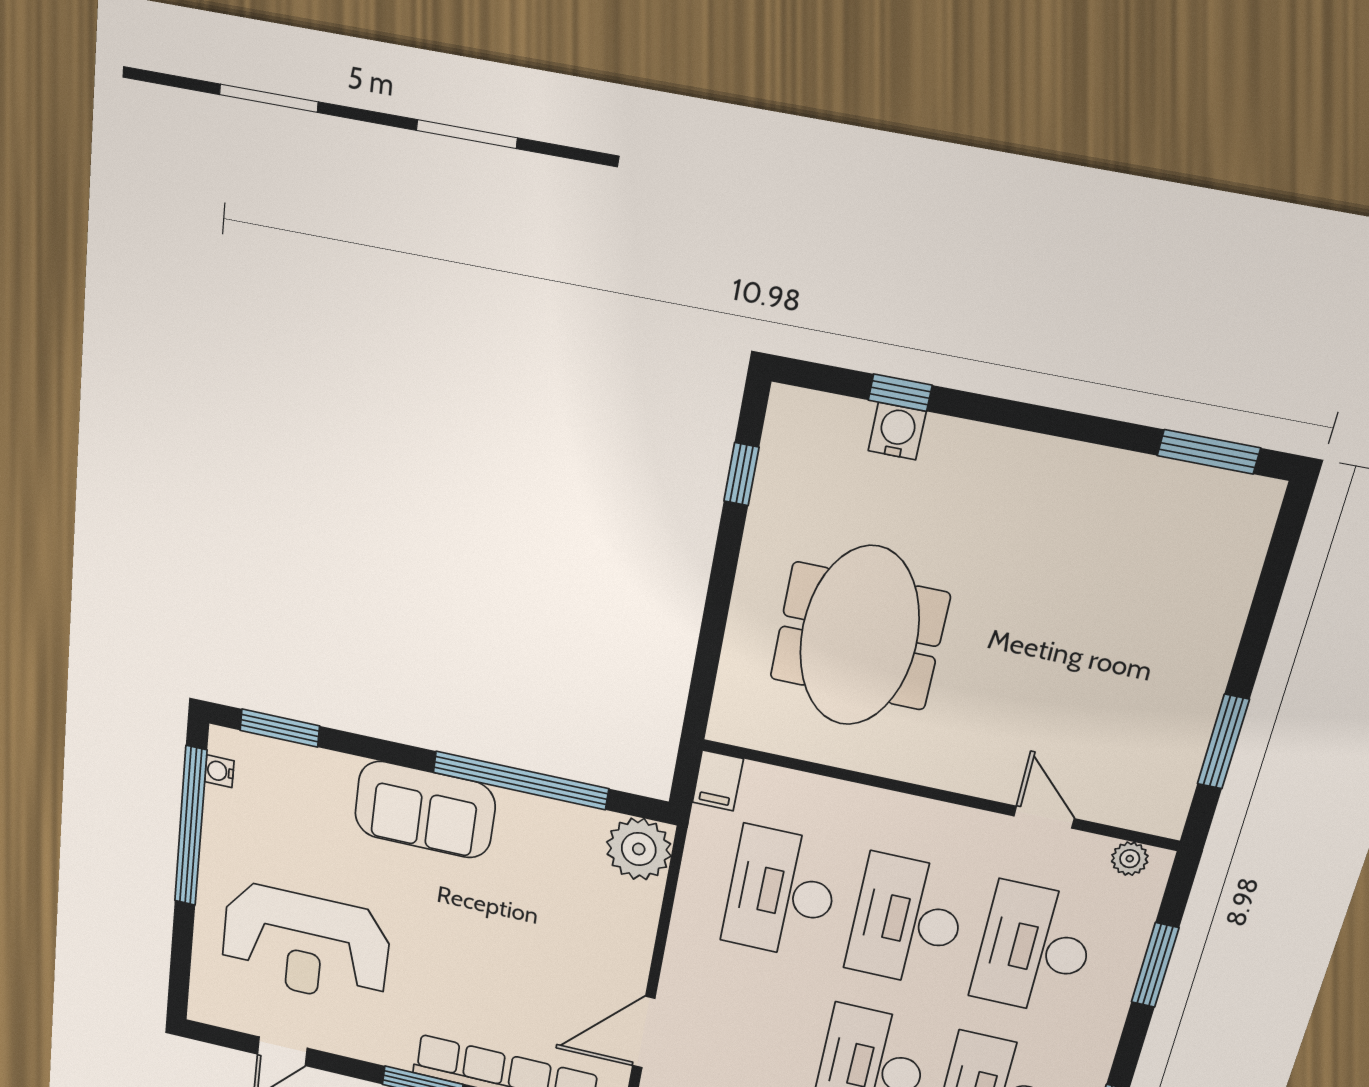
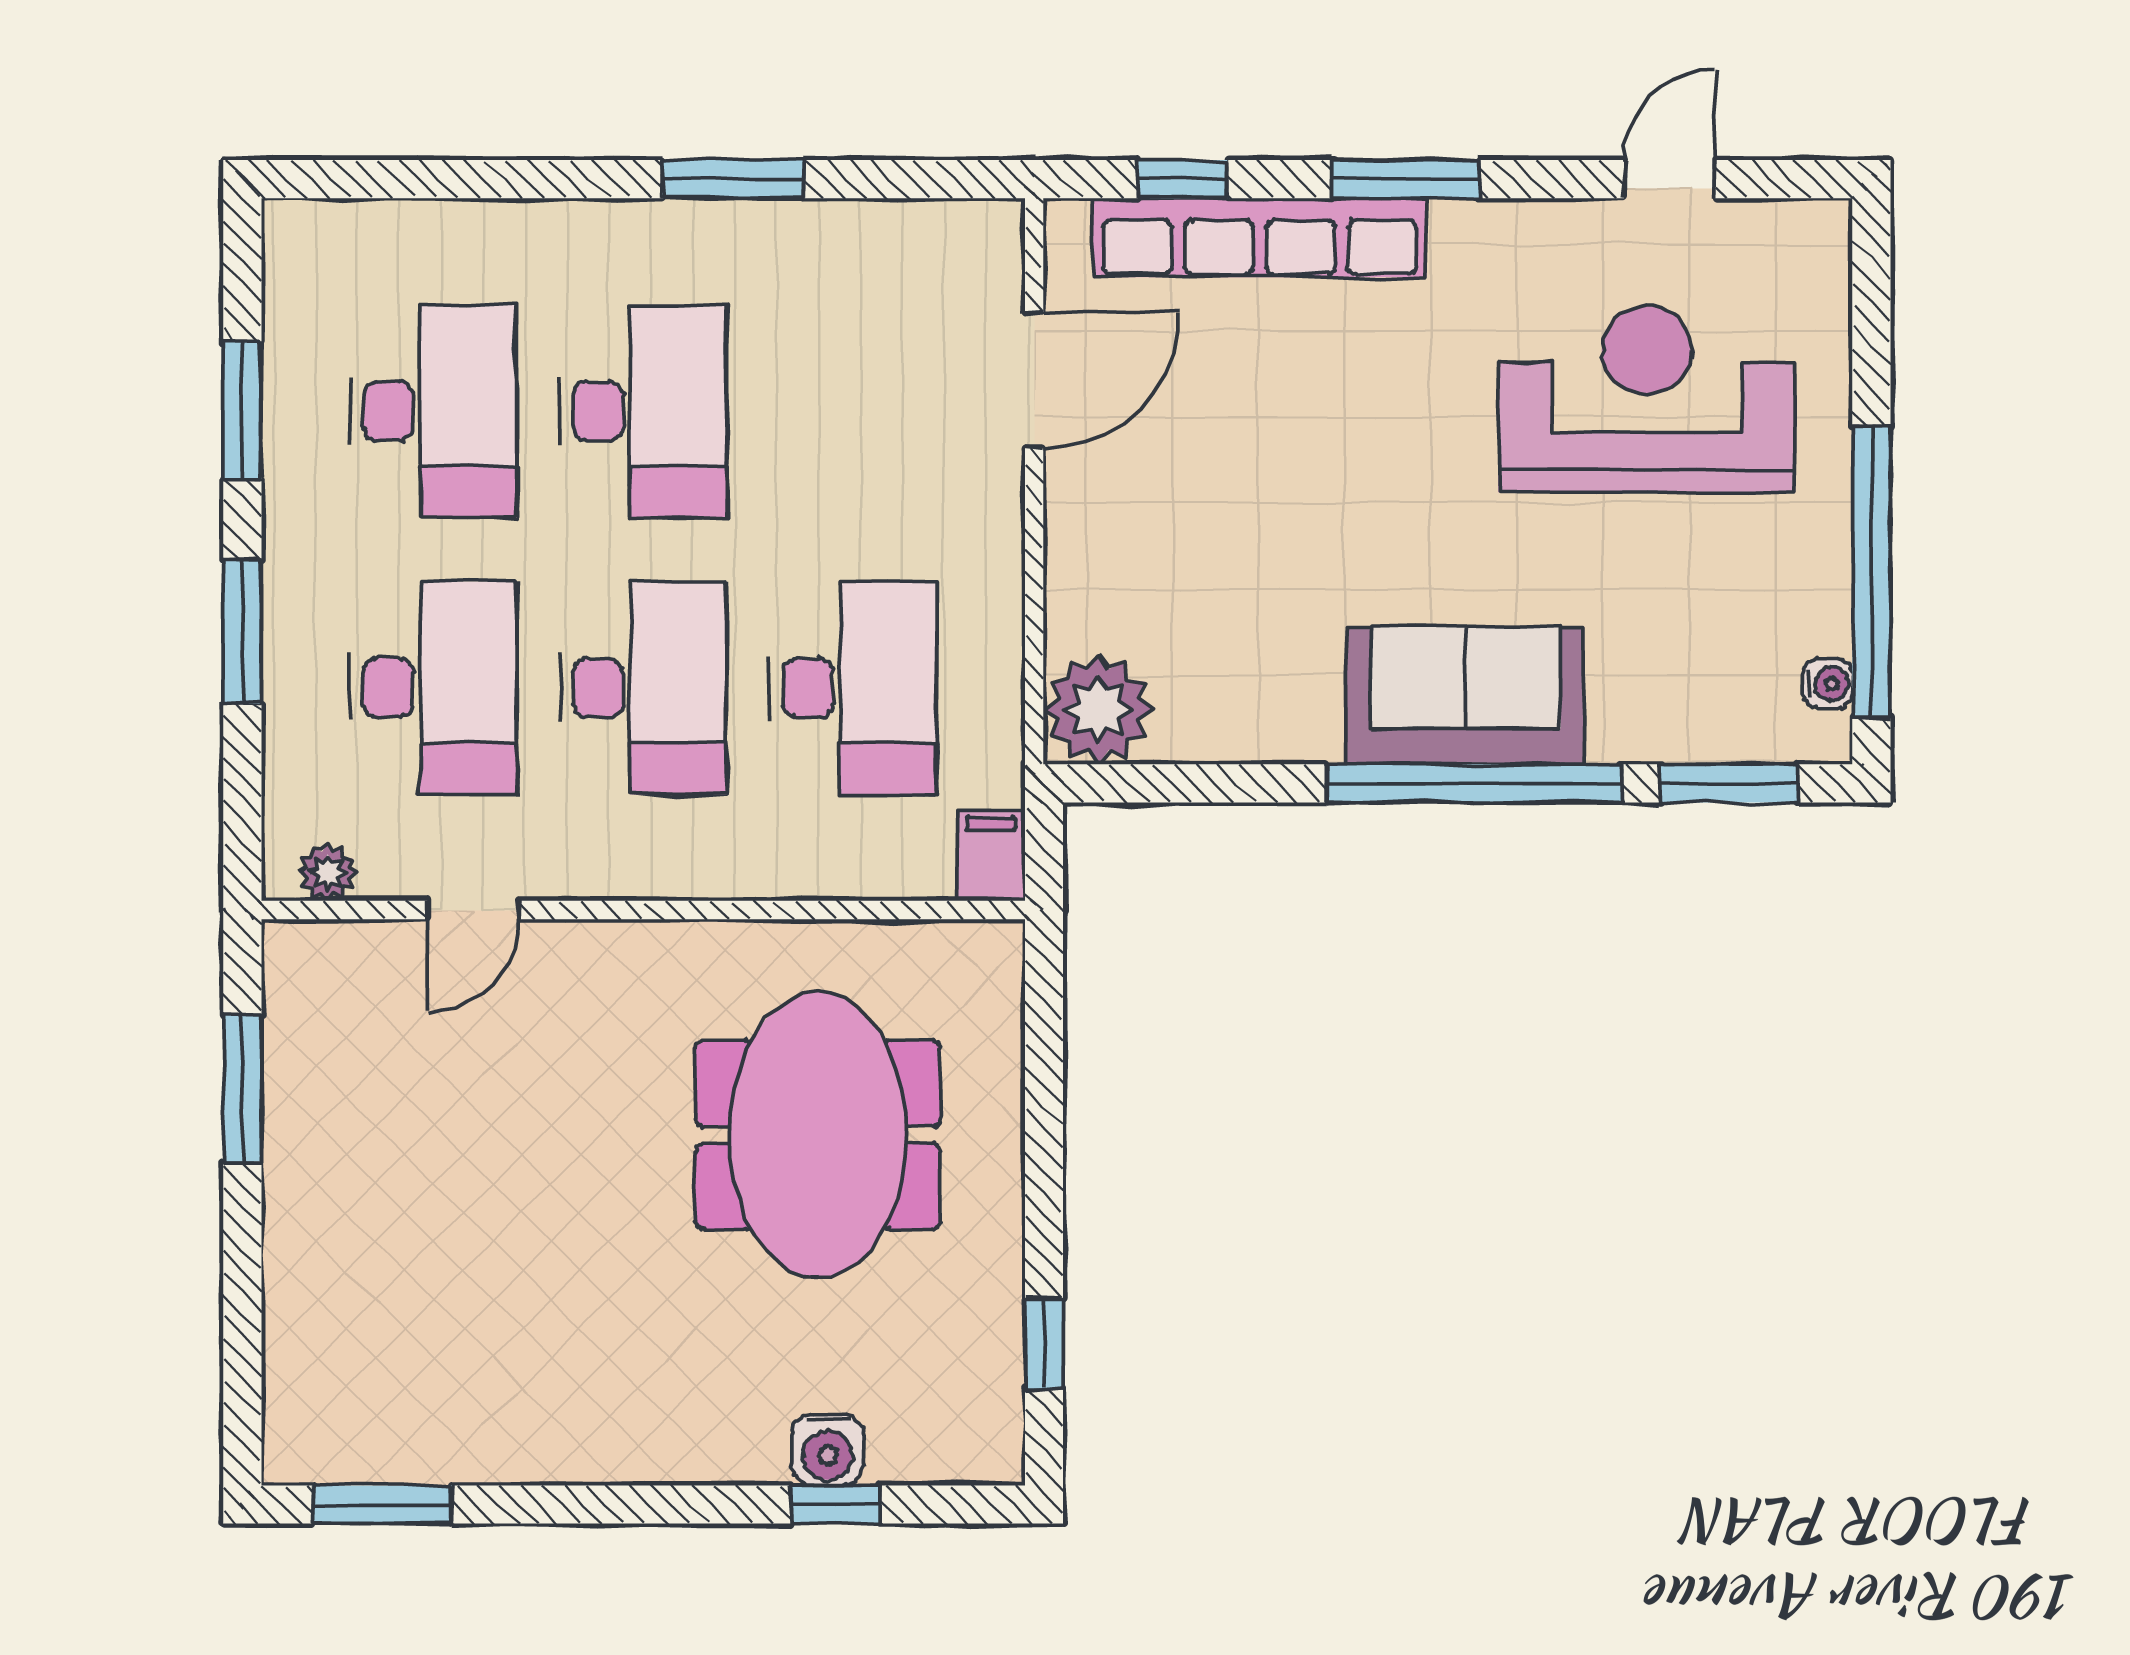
window: (521, 780) -> (1475, 783), moved
door: (1044, 817) -> (473, 910), hinge flipped
window: (1155, 965) -> (242, 632), moved

